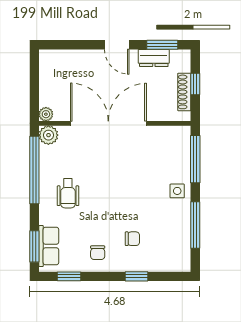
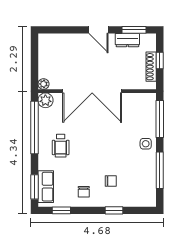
double door: (108, 123) -> (92, 91), swing flipped

